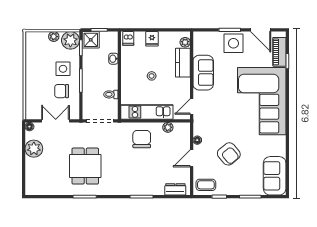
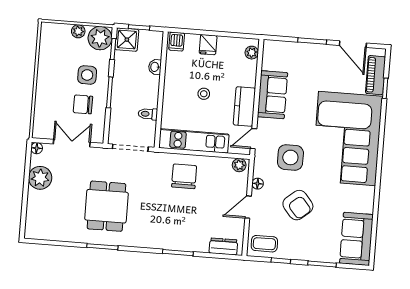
side table: (233, 43) -> (290, 157), moved
kitchen counter: (183, 63) -> (244, 106), moved
plant: (168, 127) -> (239, 165), moved

